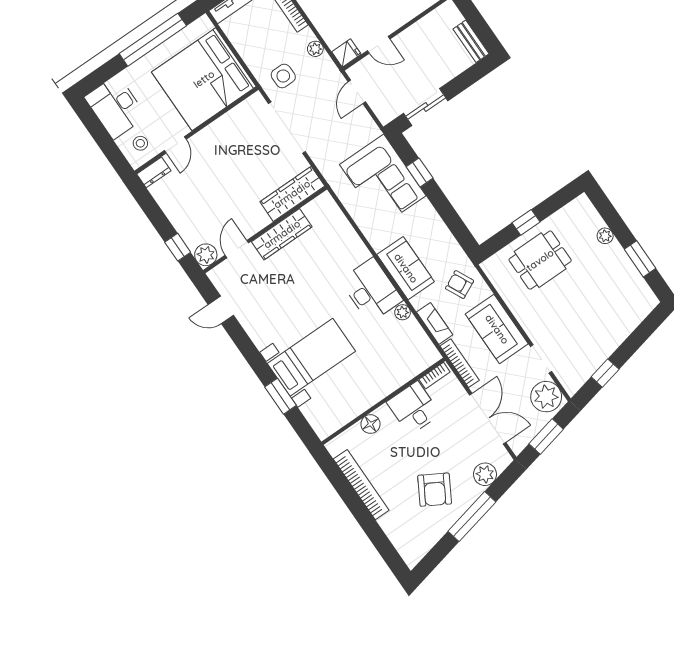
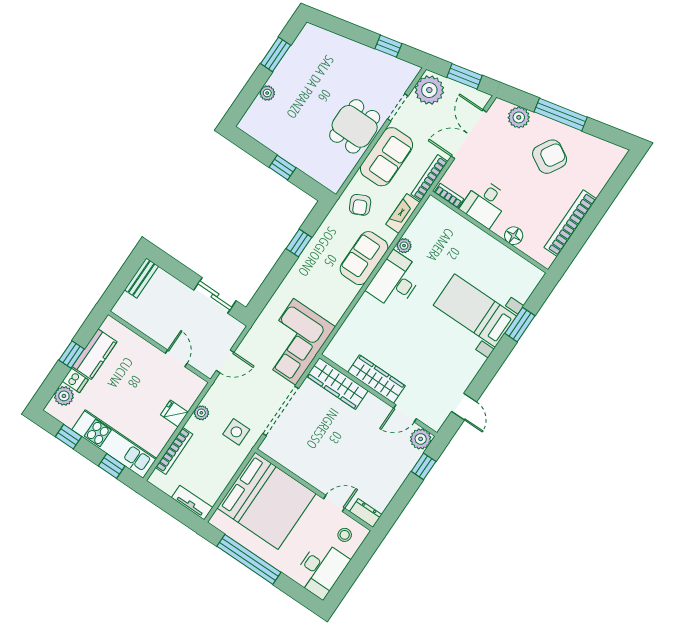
fridge: (346, 53) -> (174, 414), moved
window: (420, 172) -> (299, 243), moved
corner sofa: (383, 180) -> (295, 342), moved, turned 180
dining table: (540, 260) -> (355, 126), moved, turned 90

